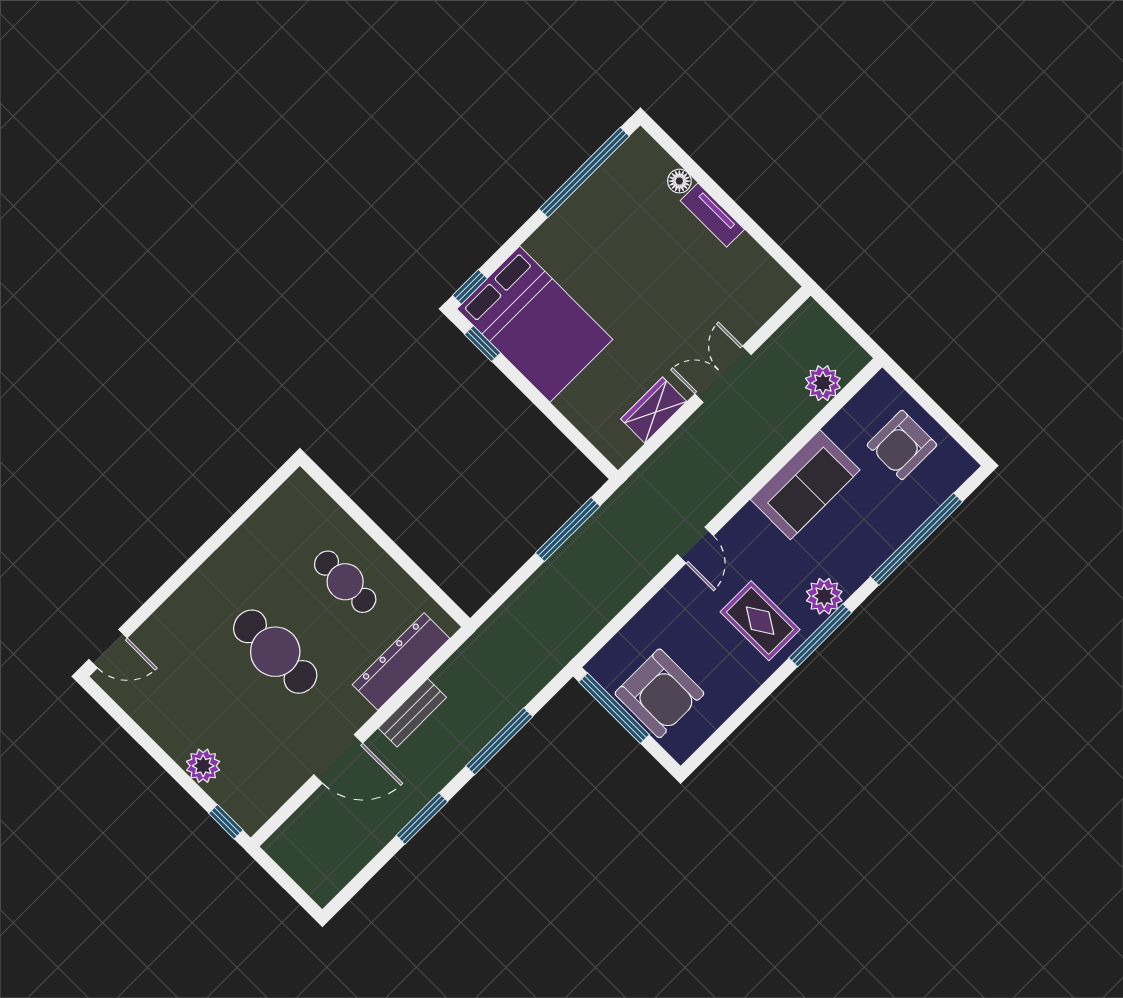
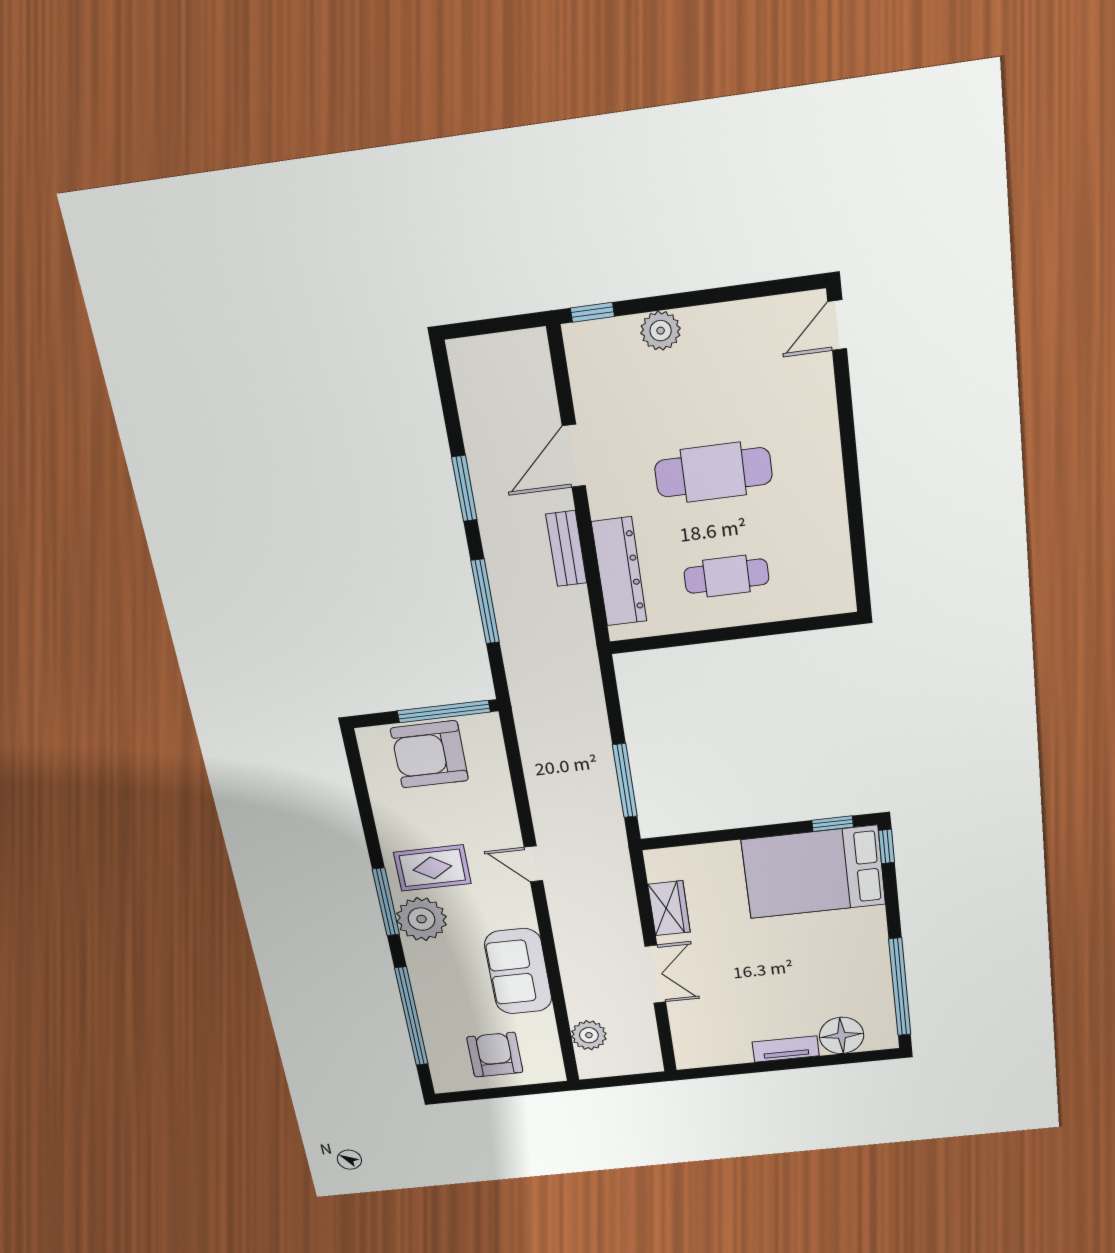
floor lamp: (679, 181) -> (842, 1035), width x1.89, depth x1.89
plant: (824, 596) -> (422, 919), width x1.36, depth x1.36

